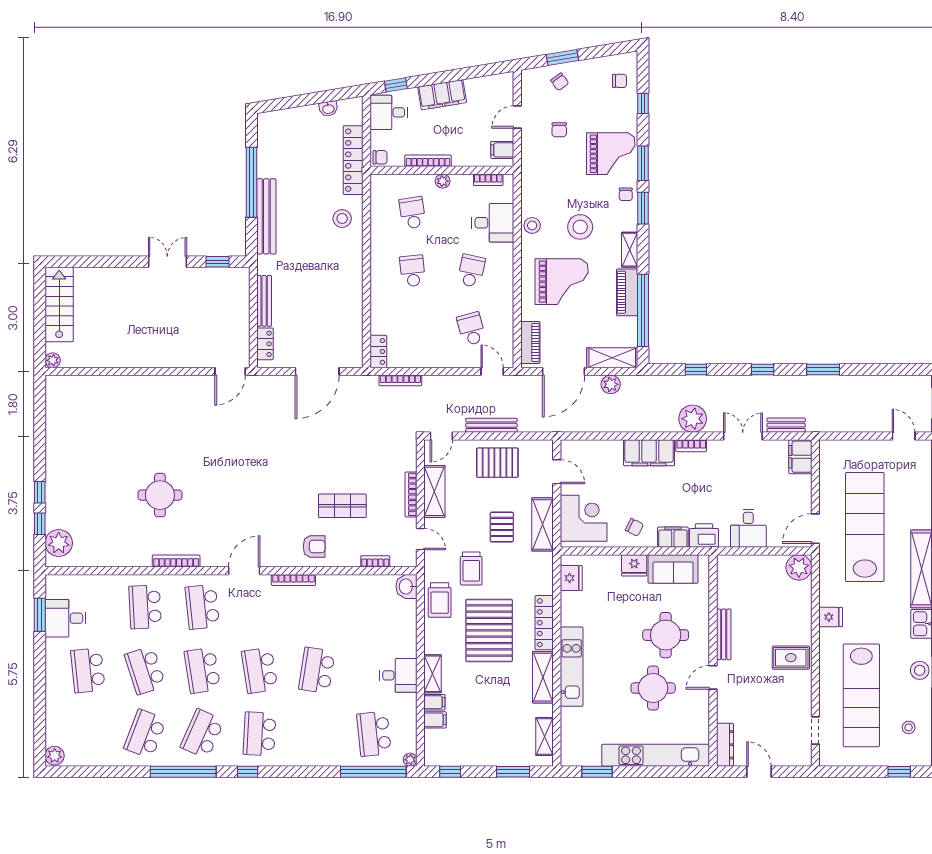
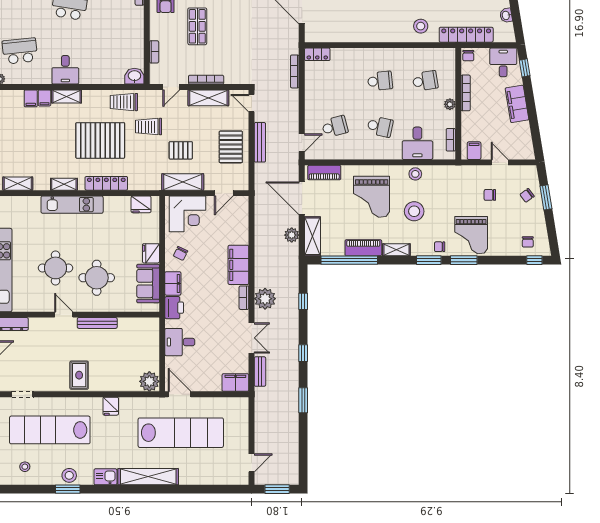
window: (643, 103) -> (534, 260), moved
shelving: (543, 677) -> (64, 184), width x0.67, depth x0.75

